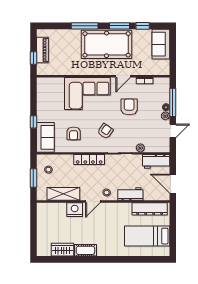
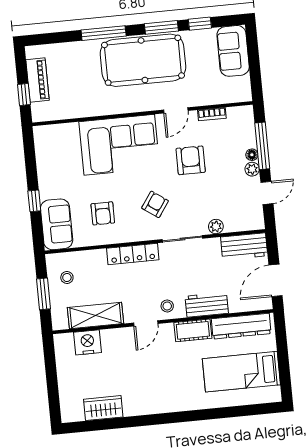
door: (173, 184) -> (275, 280), hinge flipped
nightstand: (75, 210) -> (87, 342), moved
cot: (85, 250) -> (193, 330), moved

